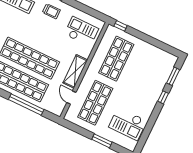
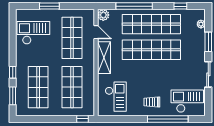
checkout: (81, 31) -> (116, 97), turned -90
shop shelf: (147, 73) -> (38, 87), added
plant: (58, 110) -> (103, 15), added

